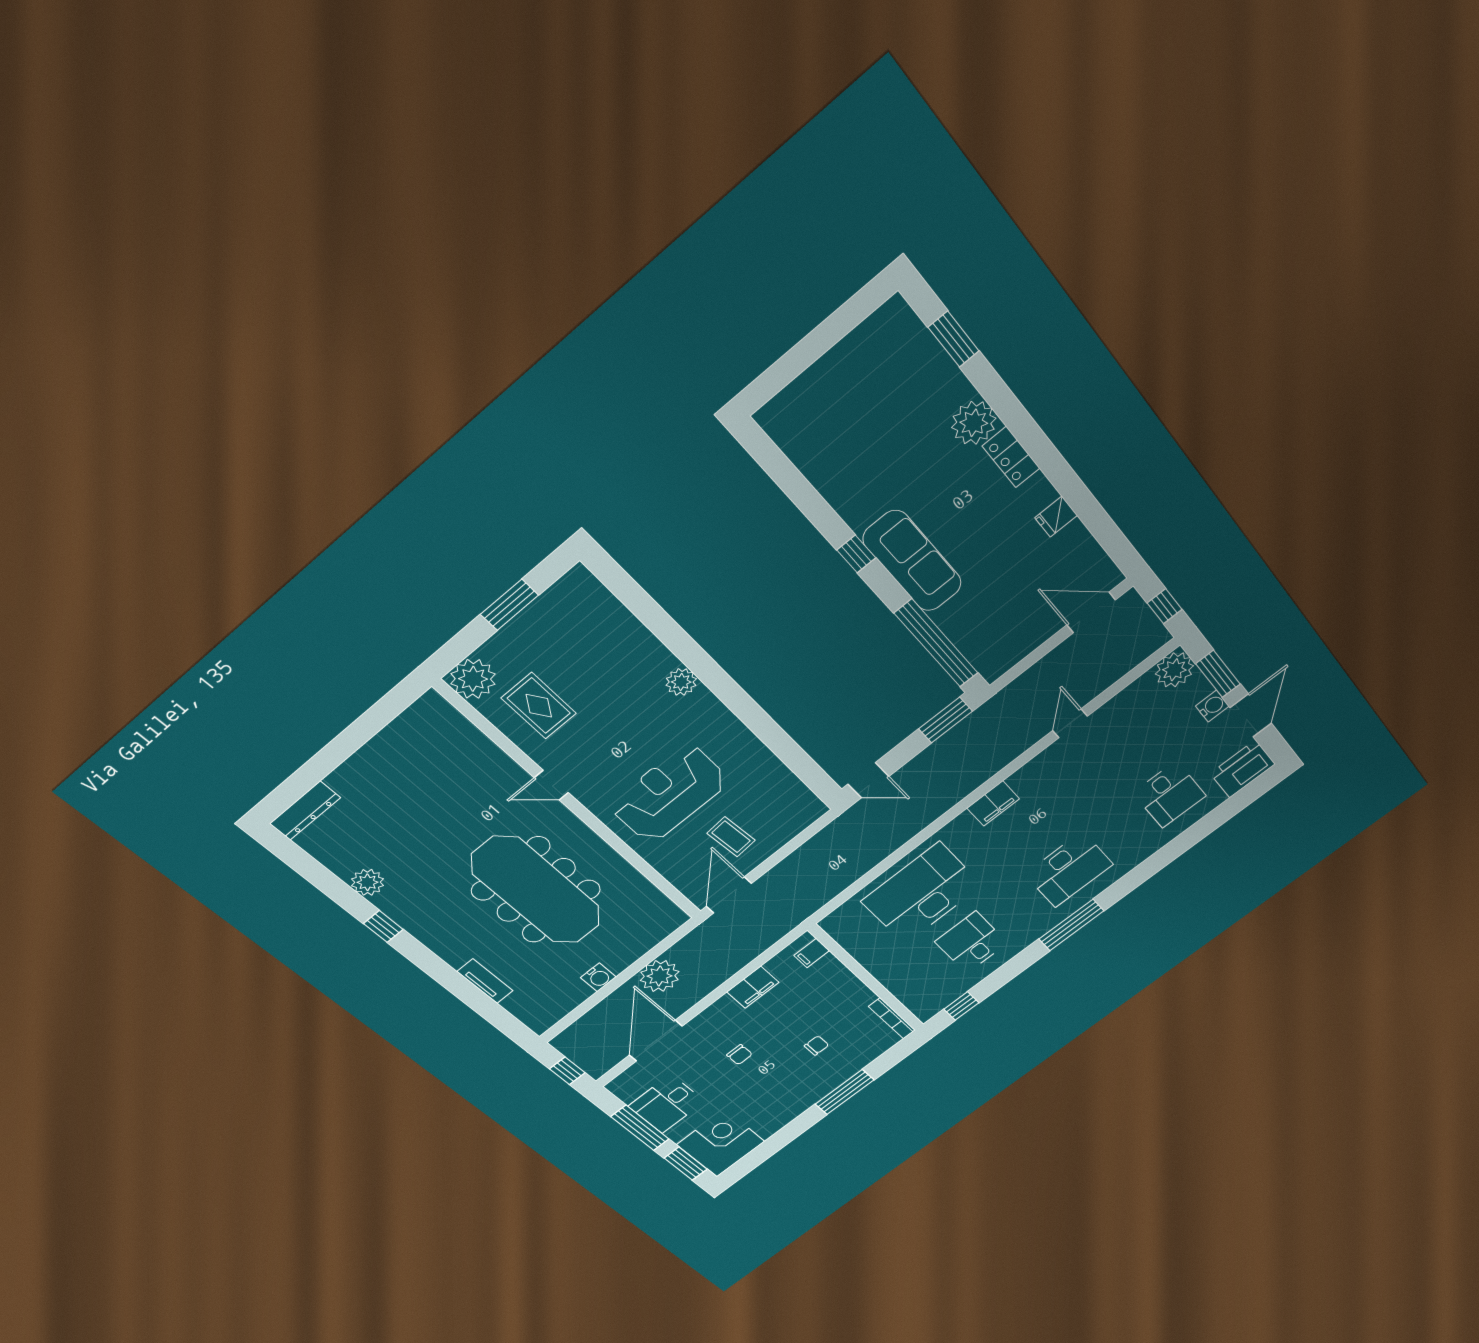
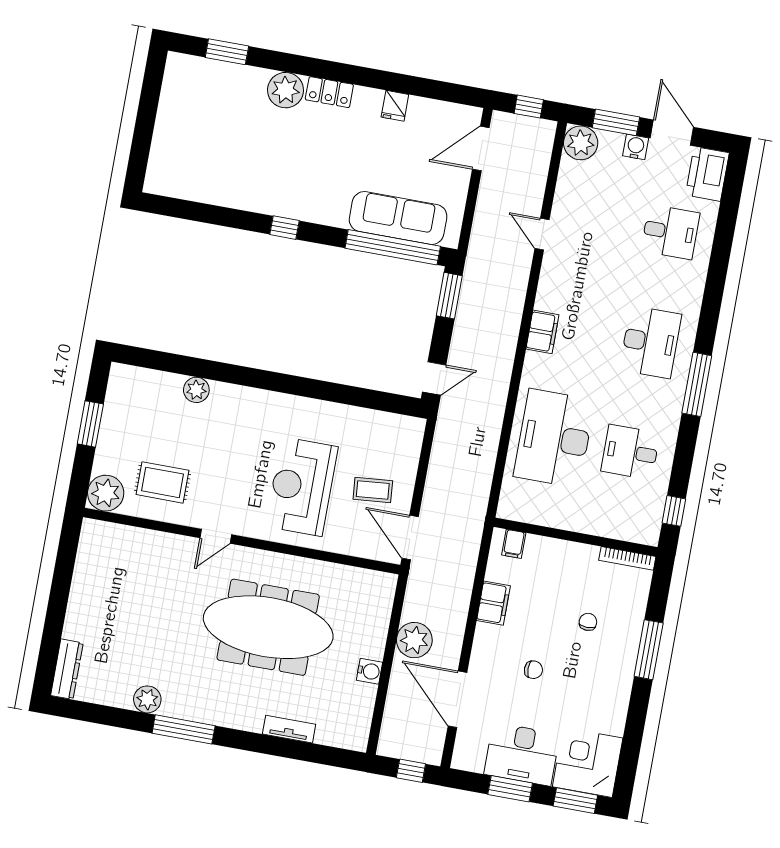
sofa: (912, 561) -> (398, 218), moved
plant: (681, 682) -> (196, 390), moved
window: (383, 926) -> (184, 729), width x2.17
desk: (666, 1104) -> (522, 754), width x1.37
window: (640, 1128) -> (510, 789), width x0.69

